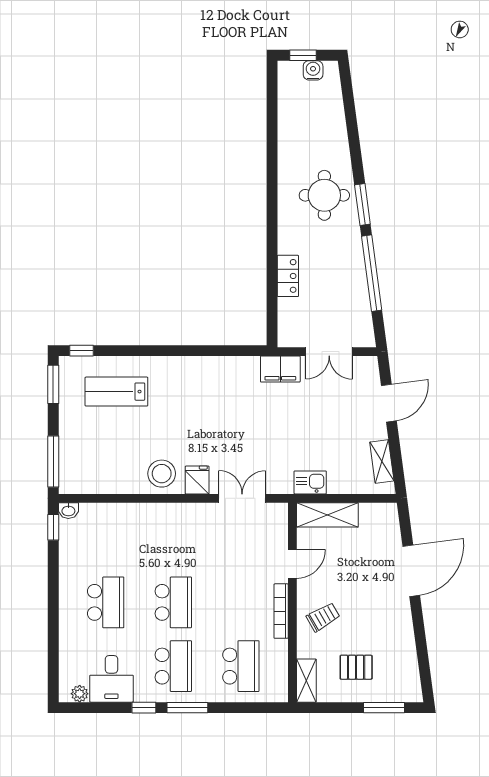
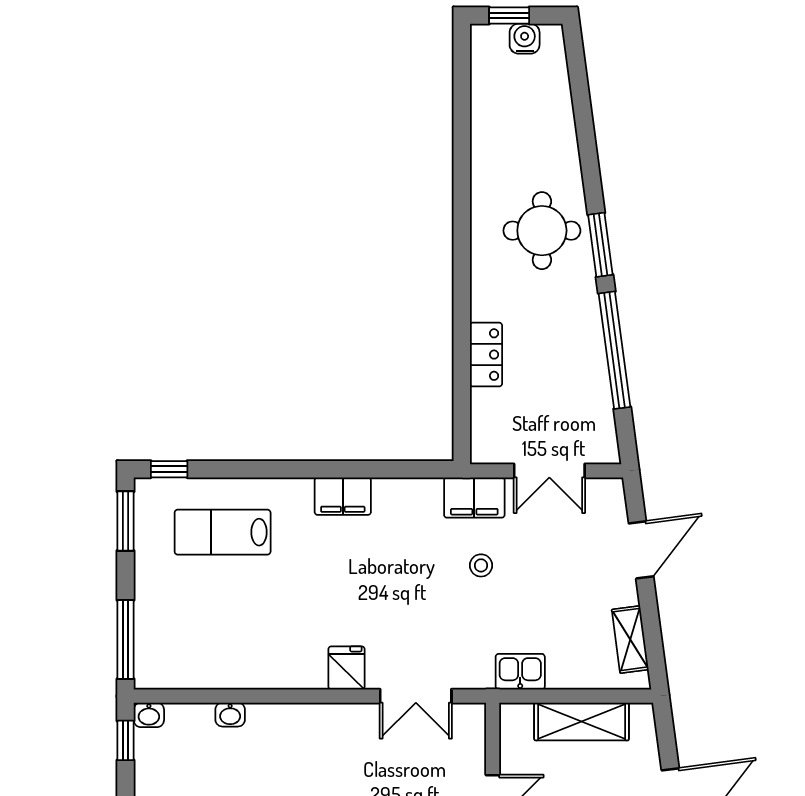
filing cabinet: (195, 368) -> (343, 496), added
stool: (162, 474) -> (481, 565), moved, width x0.53, depth x0.53
double door: (242, 498) -> (416, 696), swing flipped
washbasin: (121, 510) -> (230, 715), added
shelving: (327, 515) -> (582, 722), moved

